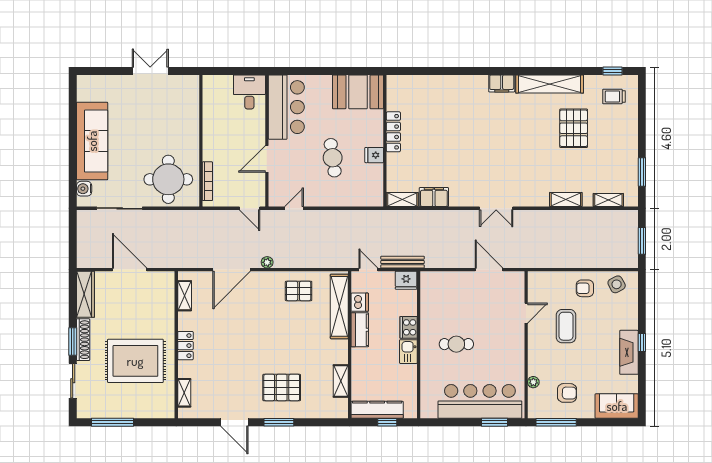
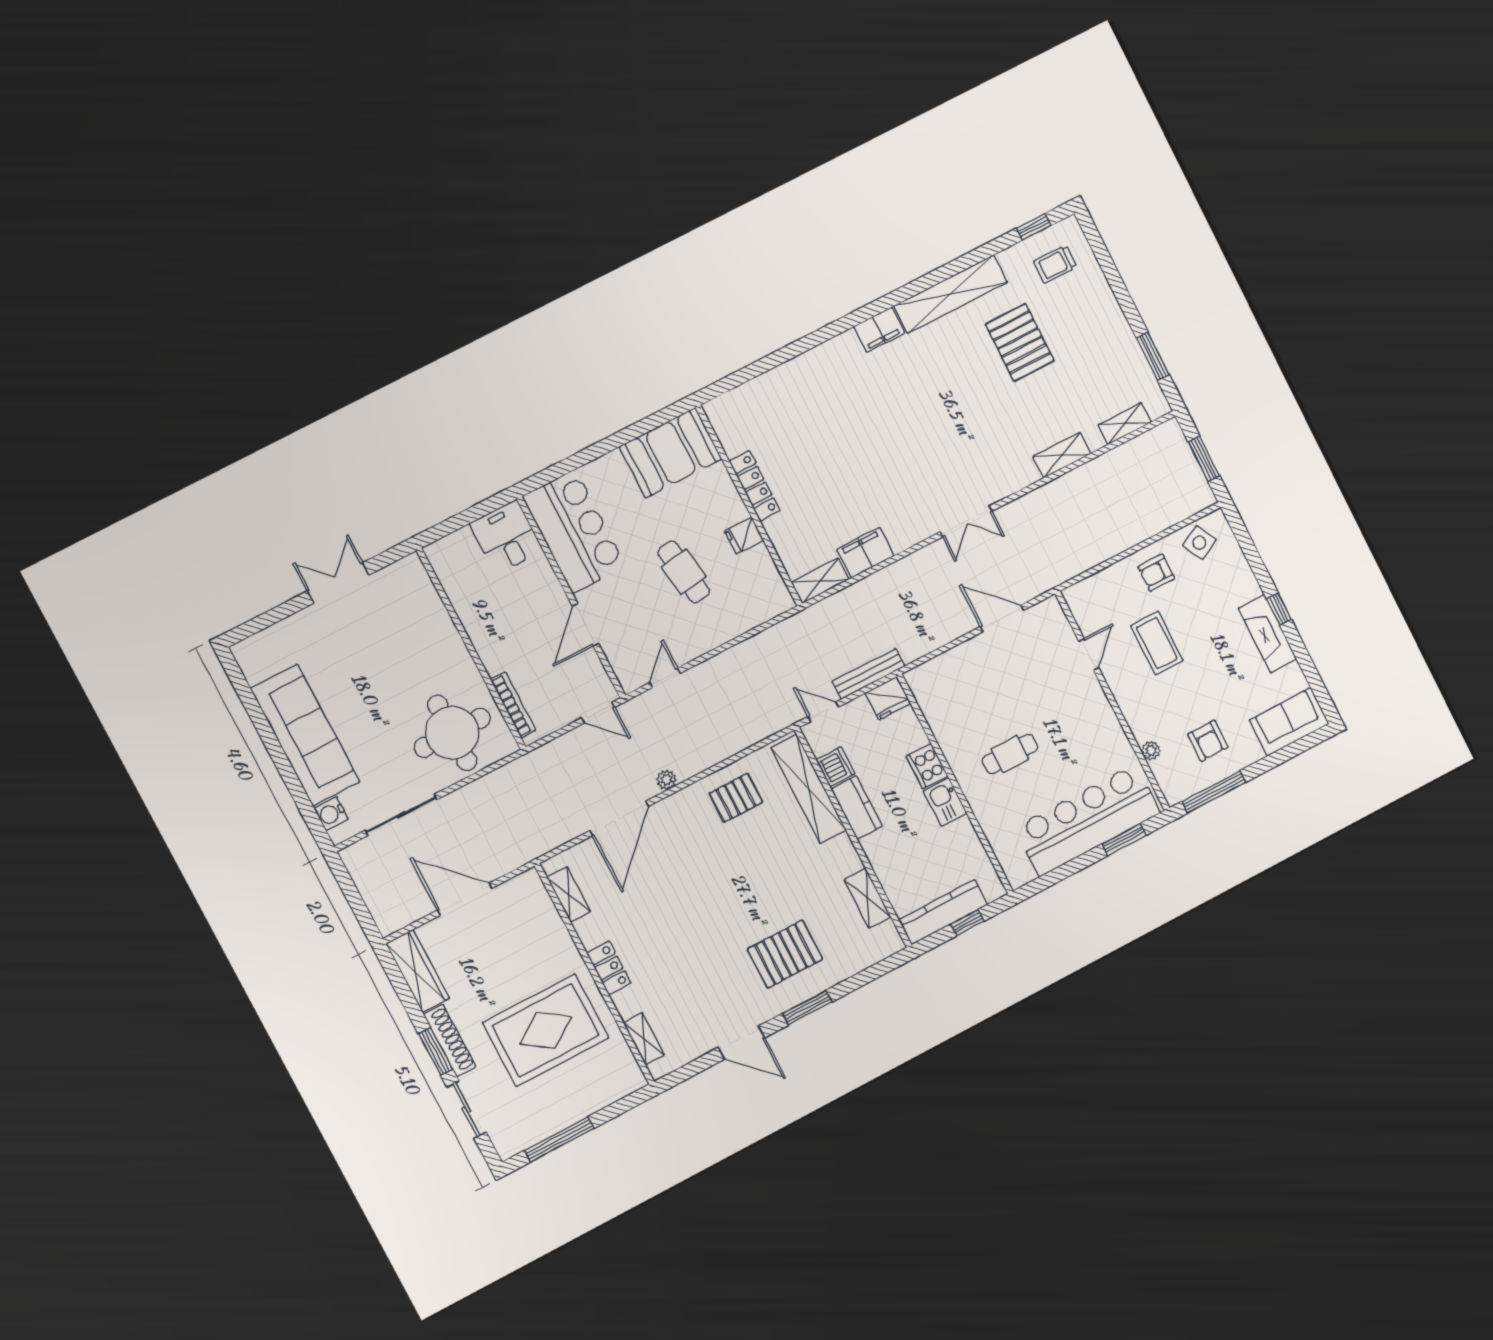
armchair: (567, 393) -> (1208, 741), turned 89

